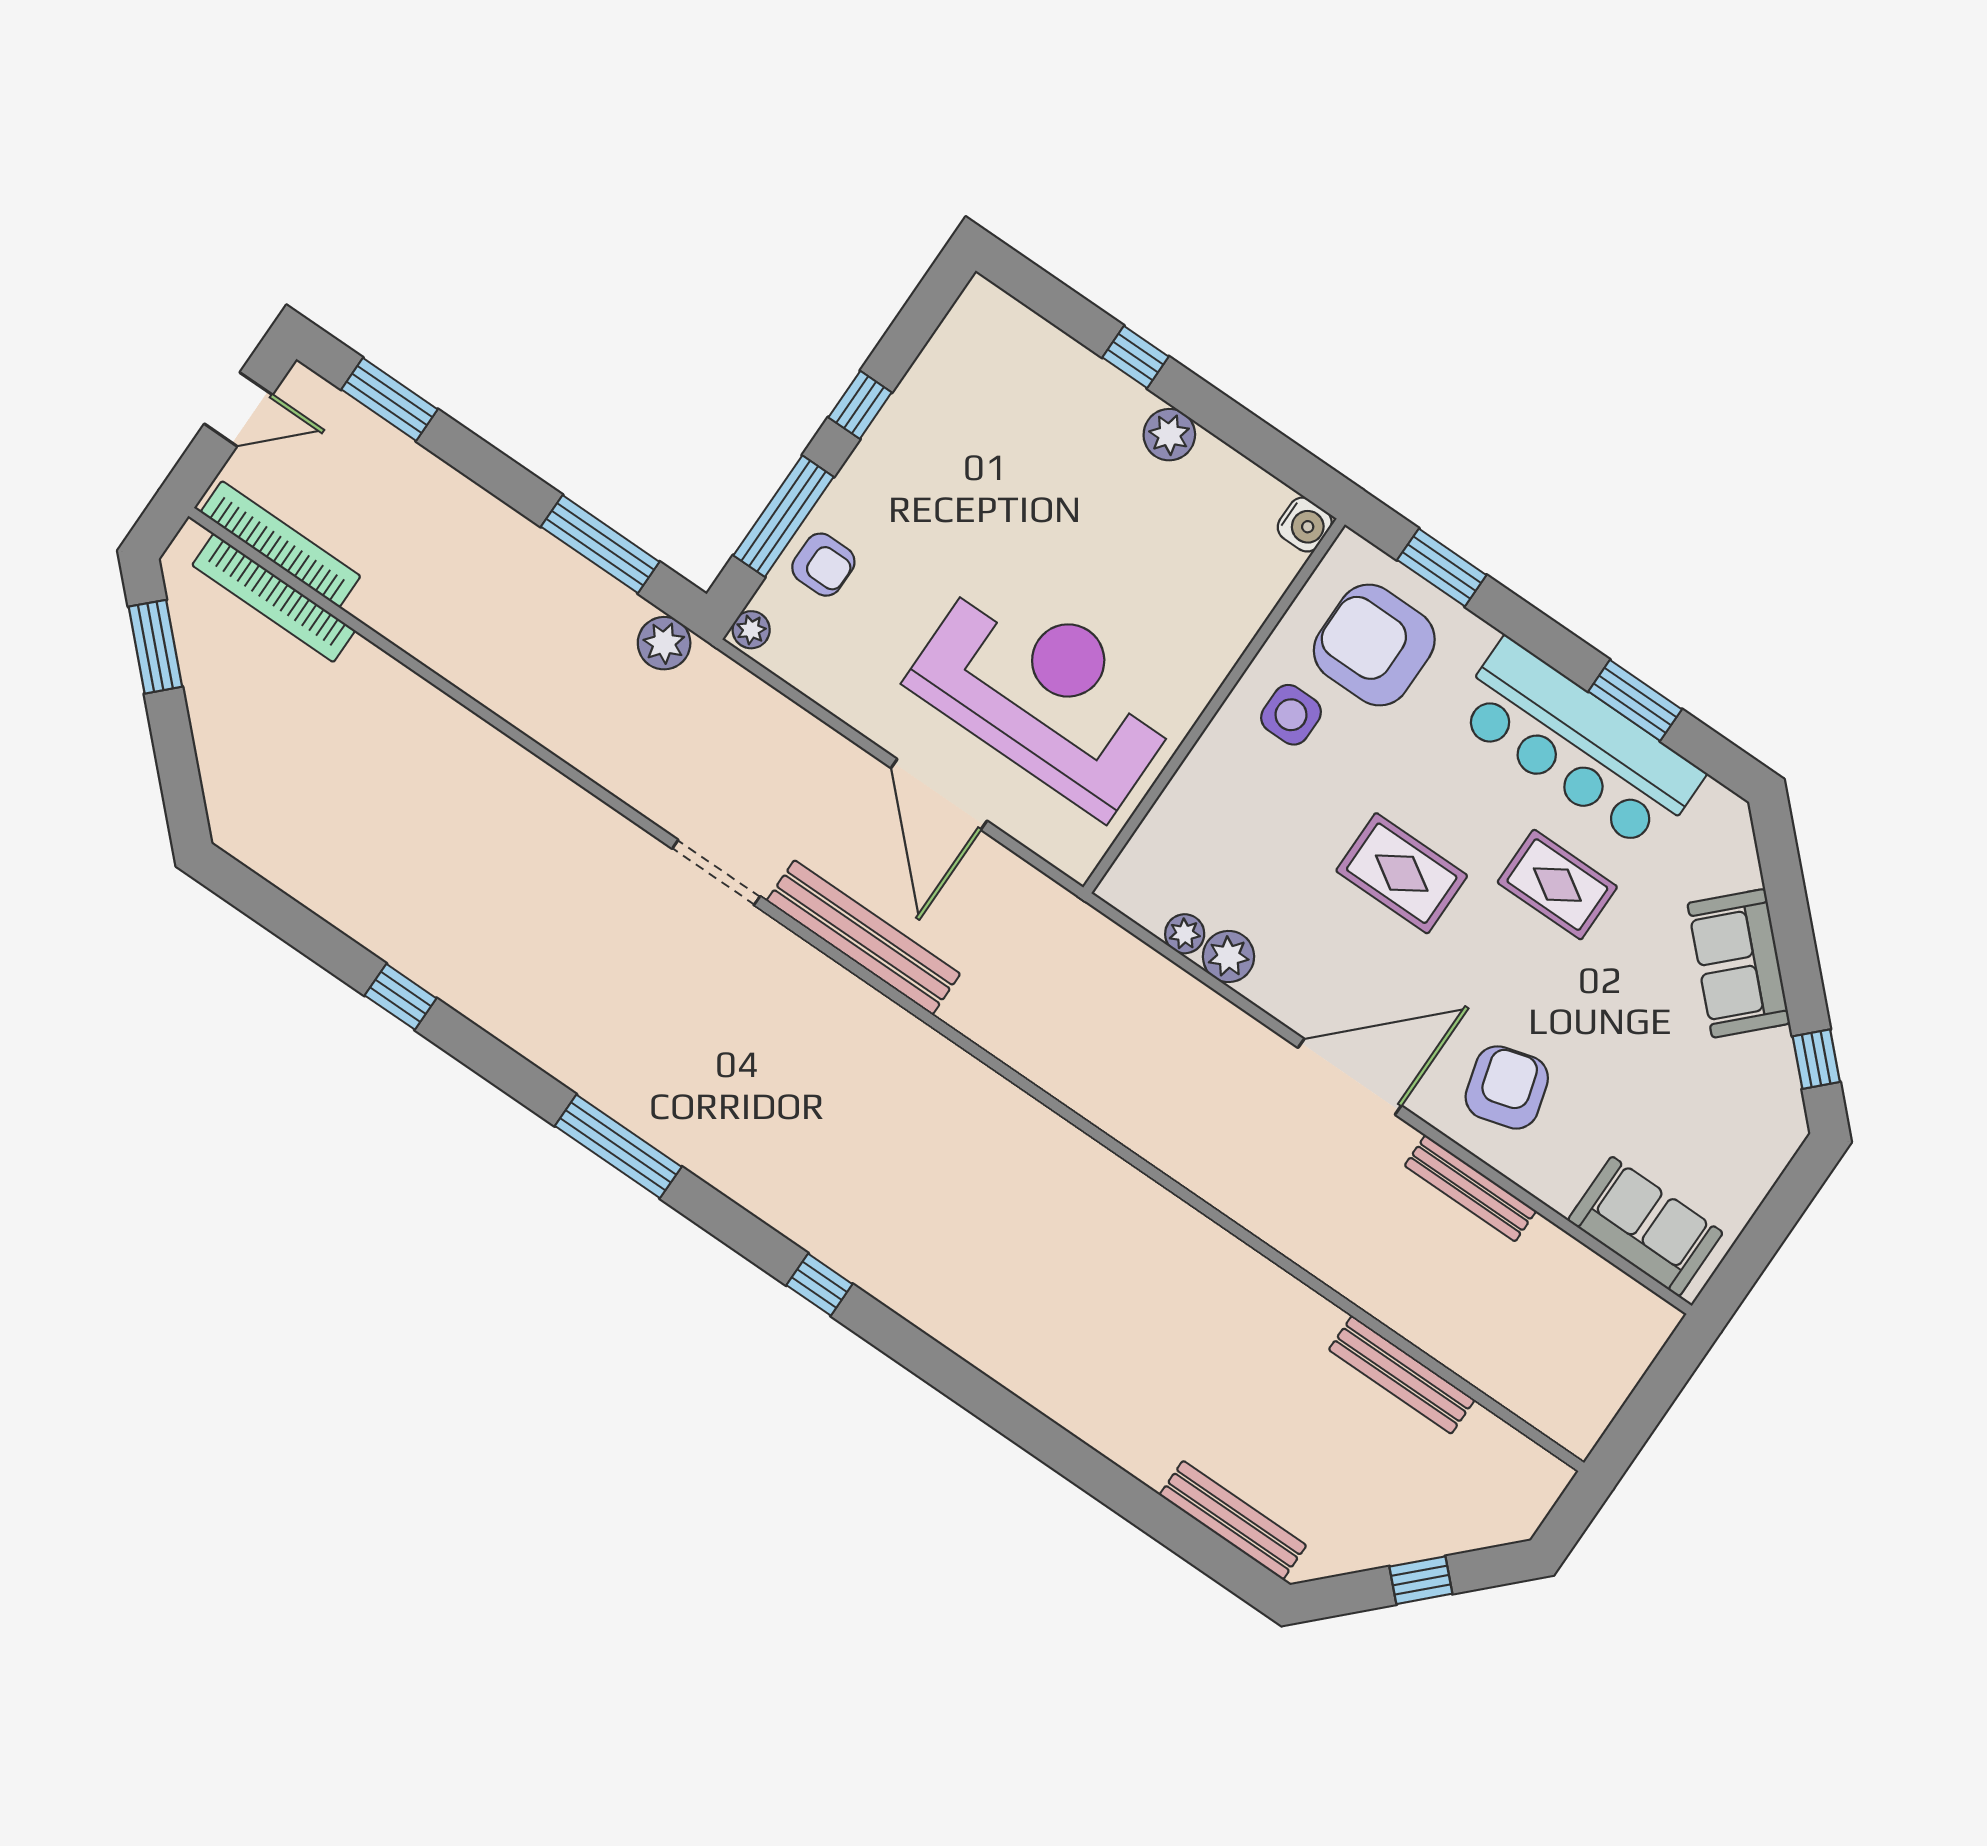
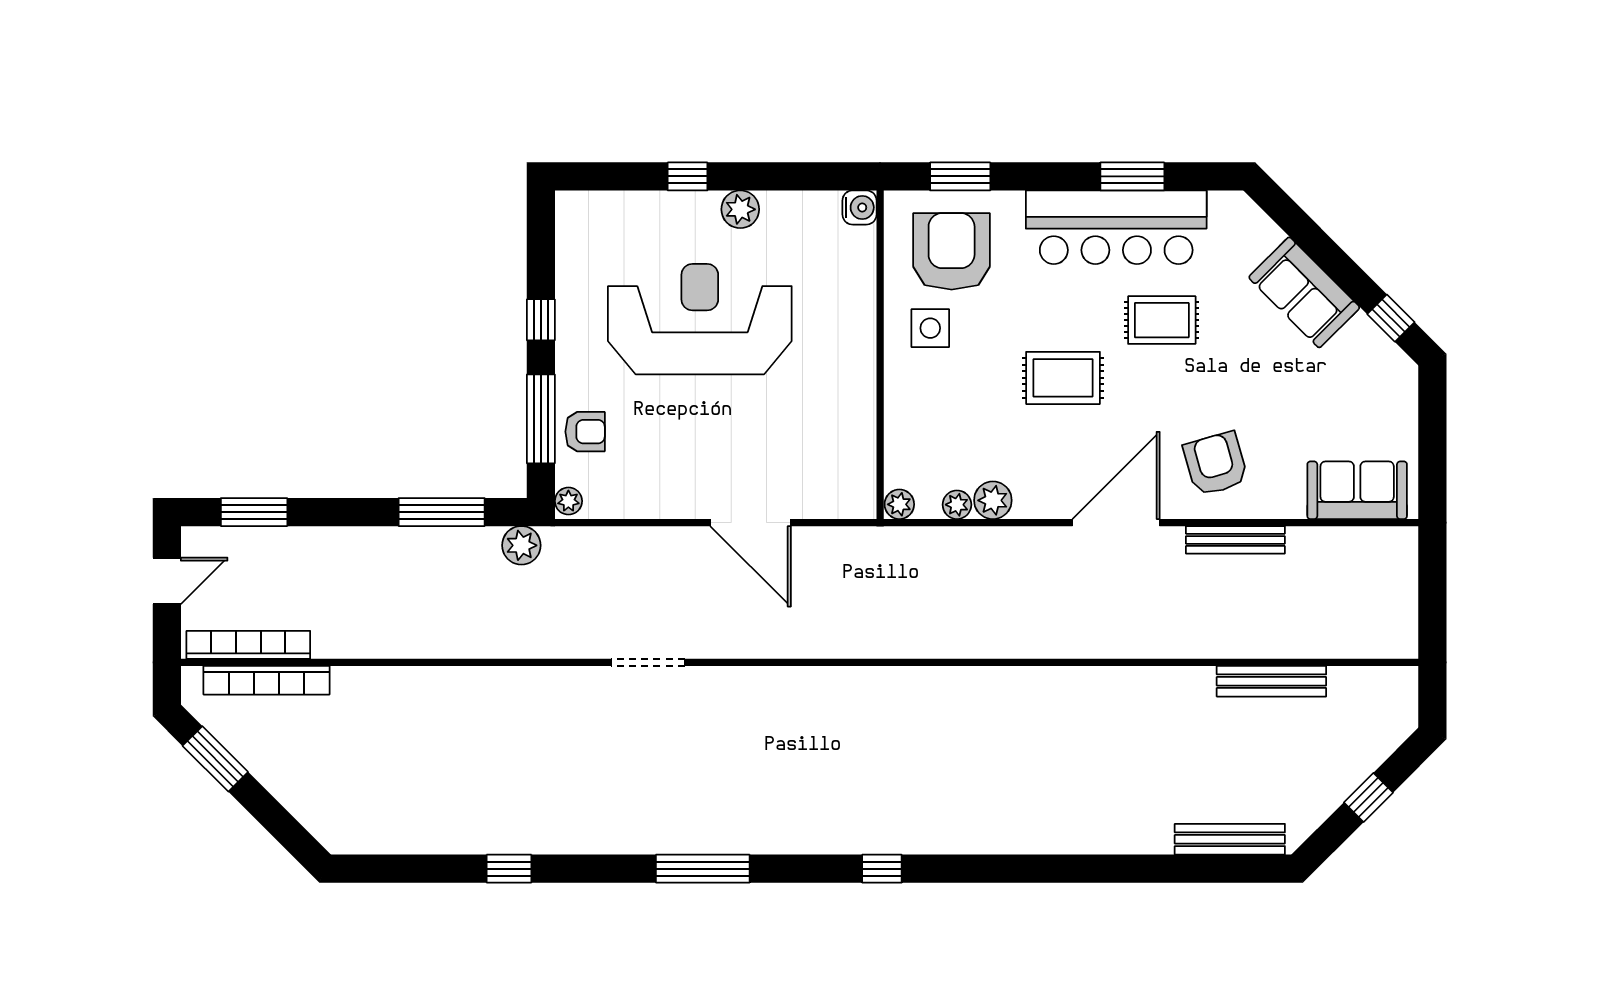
armchair: (1374, 645) -> (952, 251), turned 90
reception desk: (1046, 693) -> (700, 319), moved
plant: (1120, 889) -> (899, 504), added
bench: (863, 937) -> (764, 640), removed

